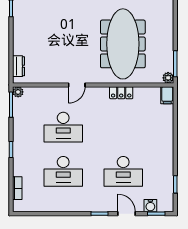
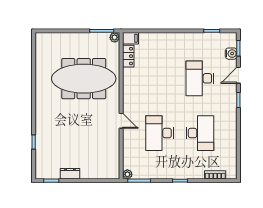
dresser: (19, 66) -> (70, 174), moved
locker: (121, 93) -> (128, 56), moved
desk: (63, 127) -> (160, 133), turned 180
desk: (123, 171) -> (200, 78), turned 180

